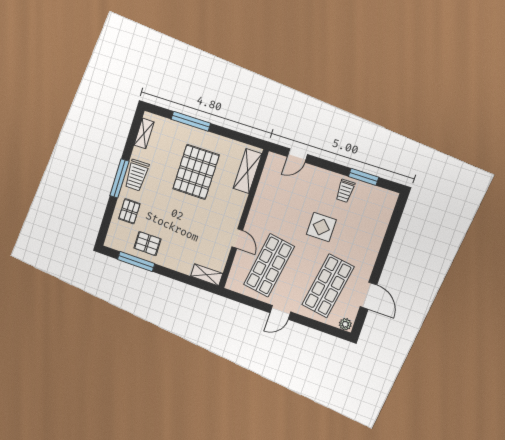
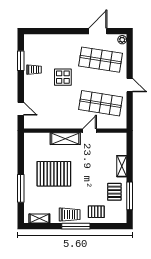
shelving: (247, 171) -> (65, 139), moved
shelving: (207, 275) -> (122, 166), moved

